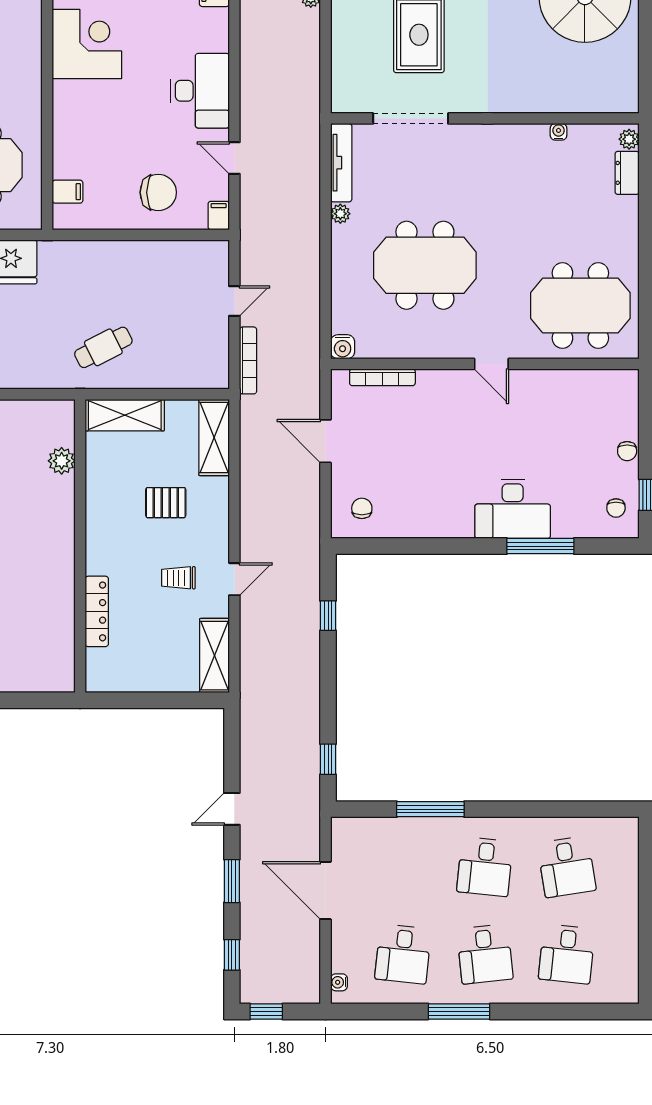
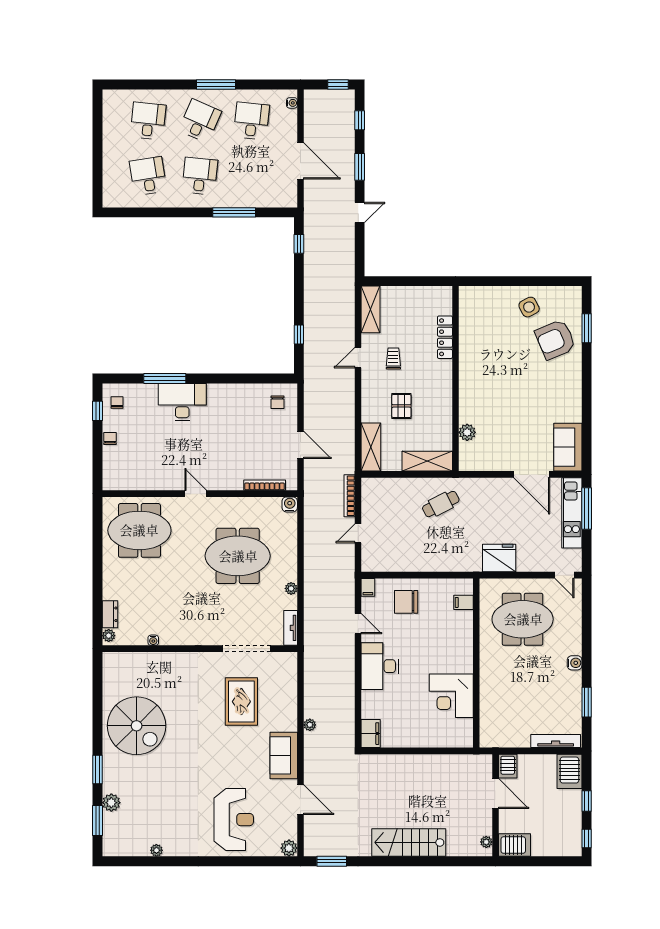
tv unit: (341, 163) -> (291, 628), width x0.71
pallet: (166, 503) -> (401, 406), turned 90
trolley: (178, 578) -> (393, 358), turned -90
desk: (485, 954) -> (200, 121), turned 30

